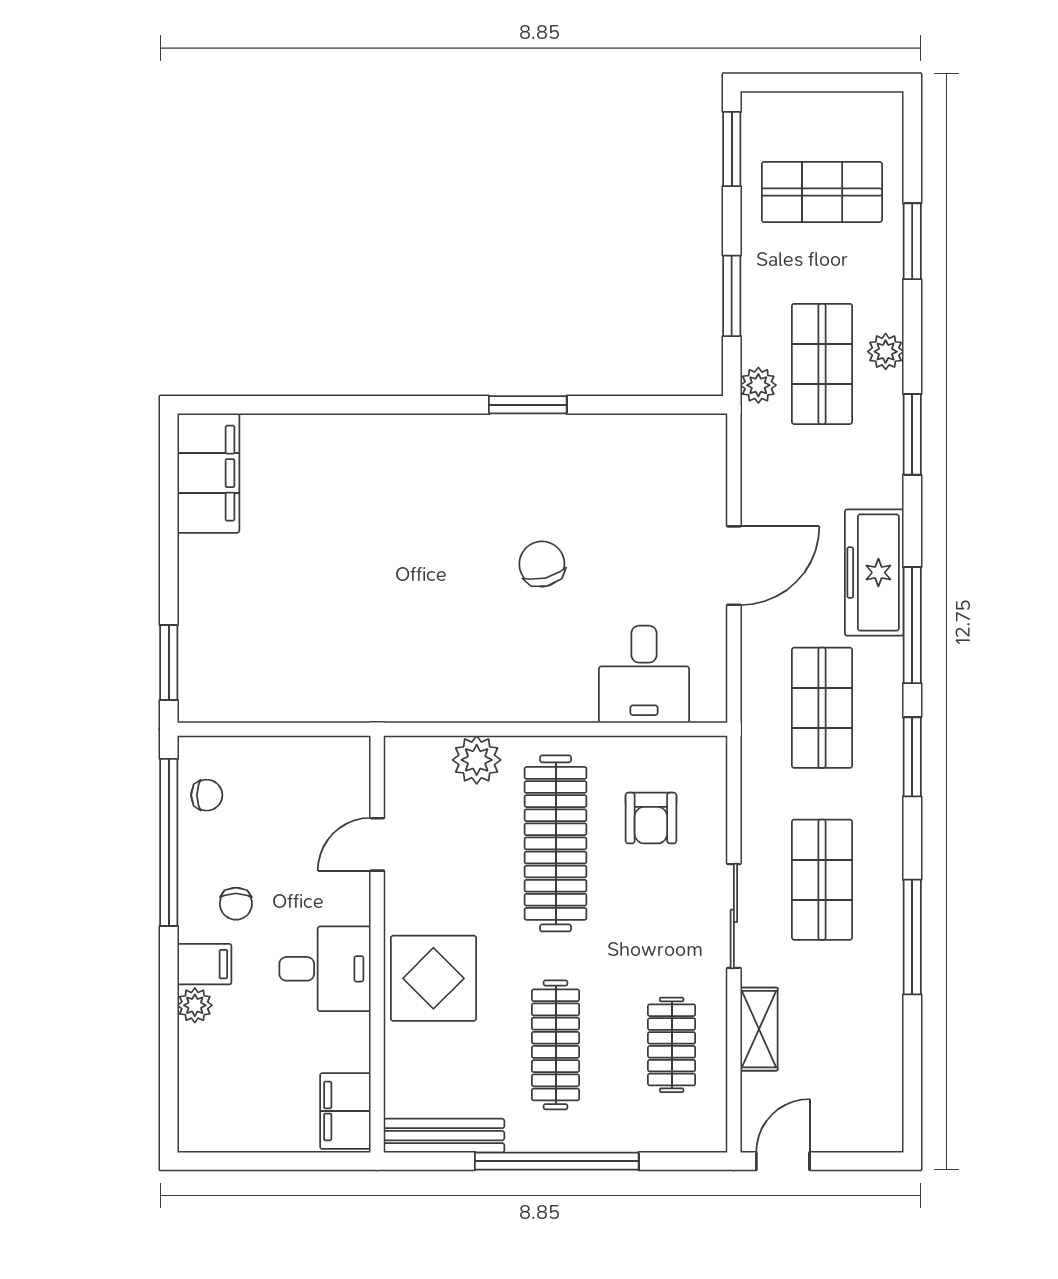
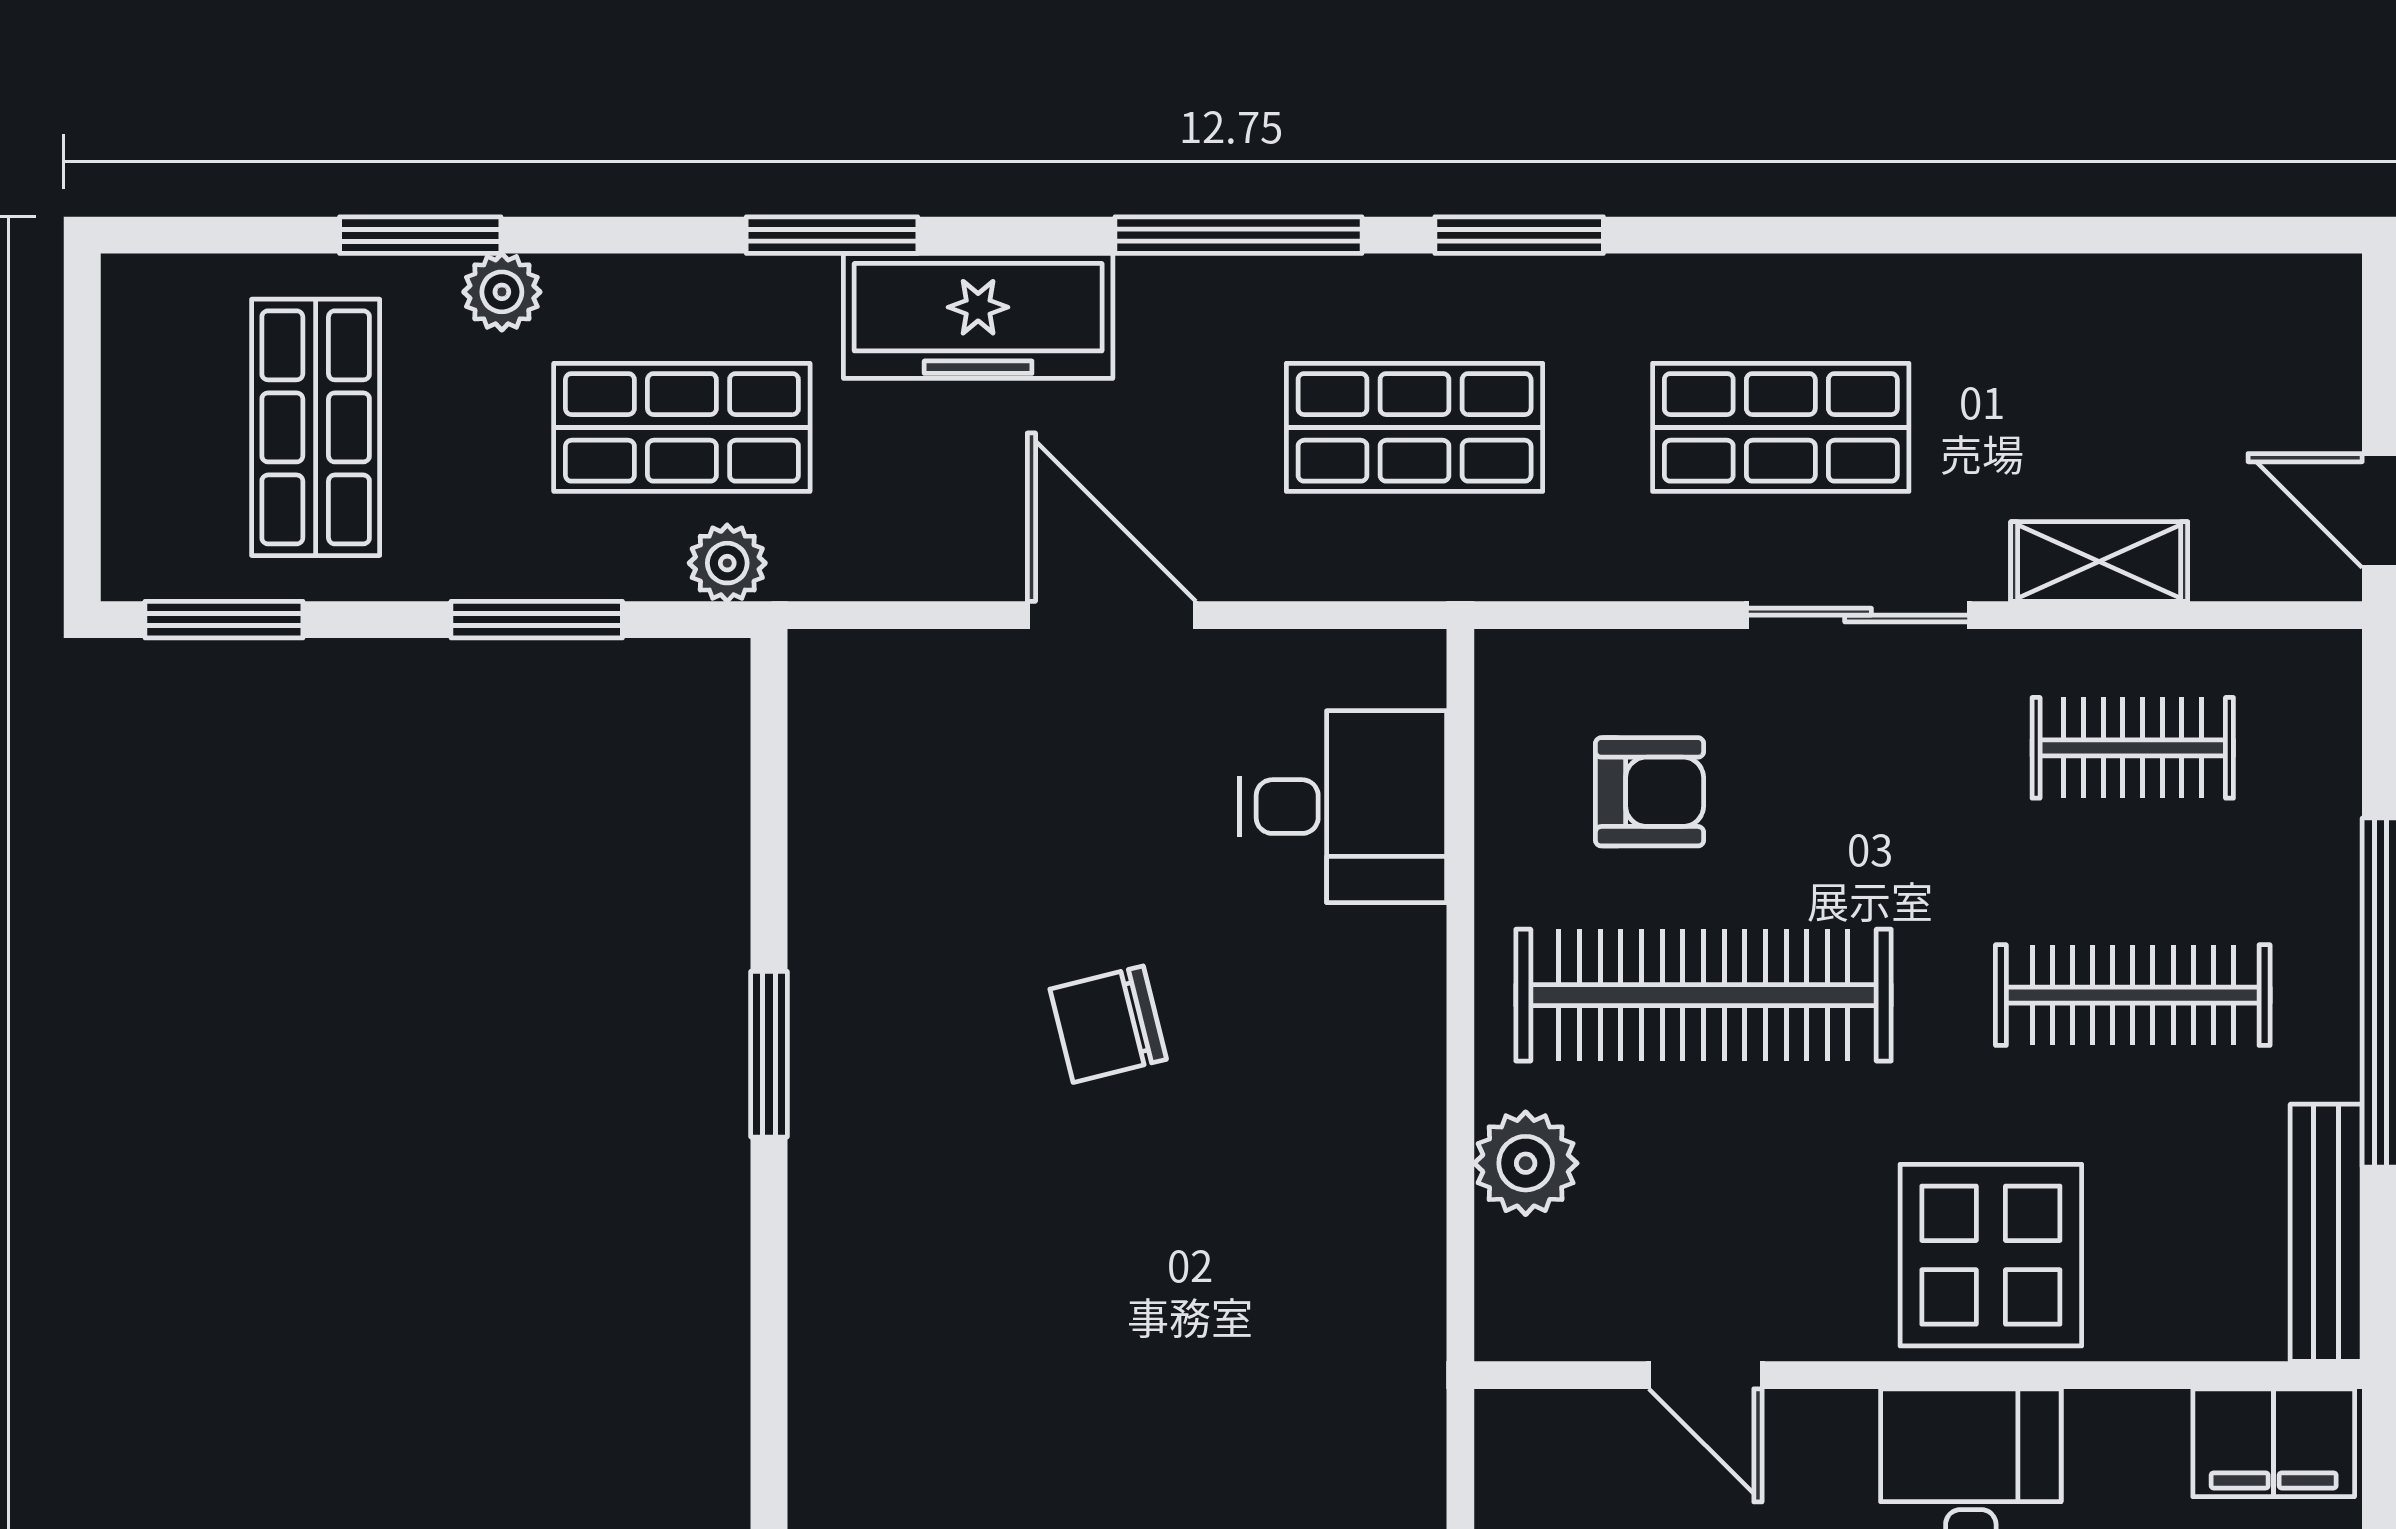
plant: (886, 352) -> (502, 292), moved
freezer: (874, 573) -> (978, 316), moved
window: (912, 937) -> (1903, 235), removed

